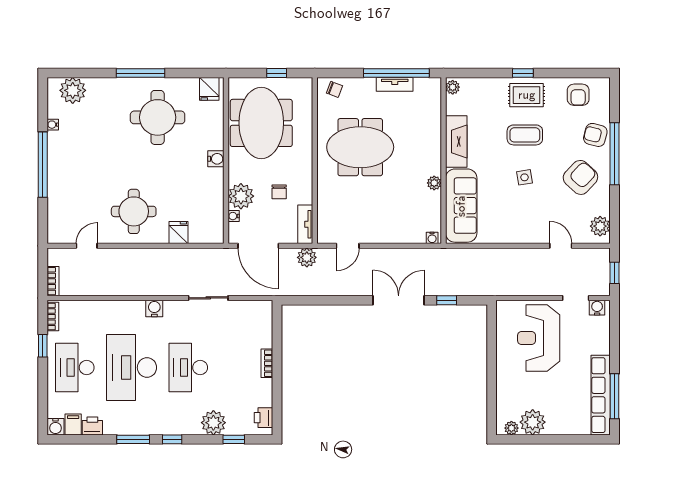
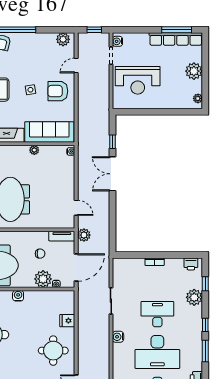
armchair: (580, 177) -> (58, 91), moved, turned -43
desk: (188, 368) -> (157, 314), turned 180
plant: (533, 422) -> (194, 71), moved

